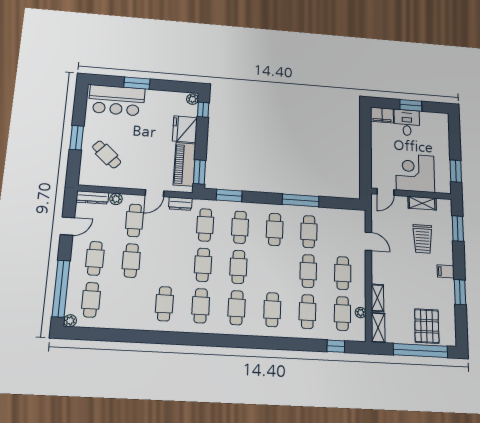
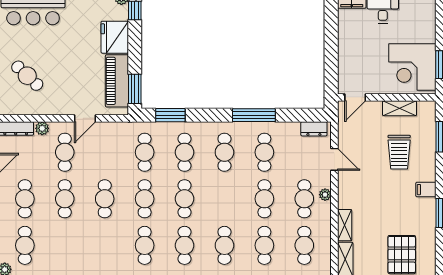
corner desk: (415, 173) -> (412, 67), moved, turned -90
dresser: (180, 204) -> (314, 129), moved
cafe table: (164, 304) -> (105, 199), moved
plant: (361, 313) -> (325, 195), moved

